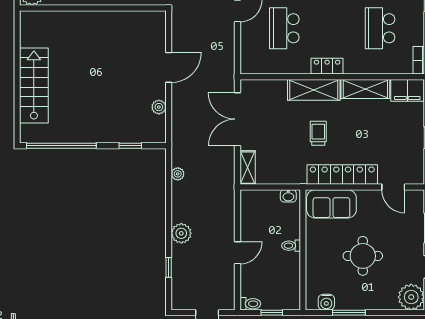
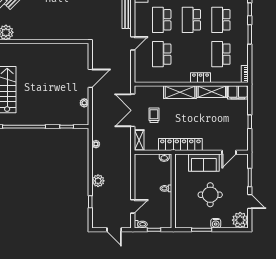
locker: (327, 66) -> (201, 78), moved
trolley: (318, 133) -> (154, 115), moved
locker: (342, 174) -> (180, 144), moved
door: (393, 187) -> (229, 152), hinge flipped
sofa: (331, 204) -> (204, 163), moved
door: (237, 253) -> (133, 206), moved
water cooler: (326, 302) -> (216, 223), moved

